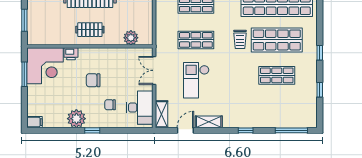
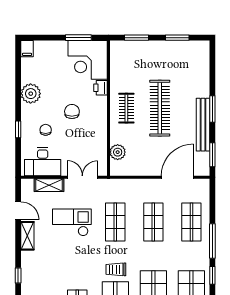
shelving: (162, 114) -> (49, 185), moved
window: (92, 130) -> (18, 129), moved

